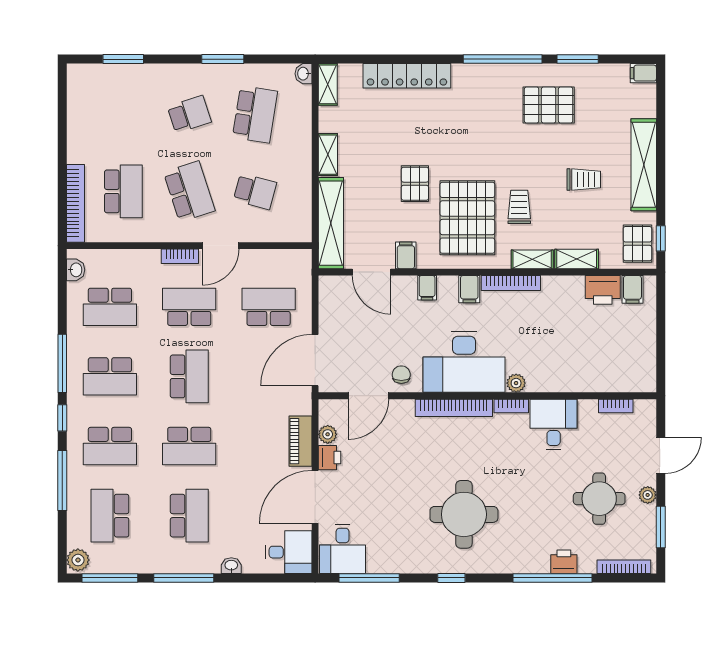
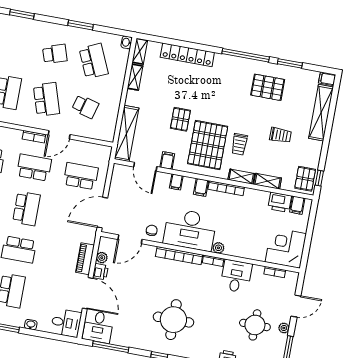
school desk: (255, 114) -> (94, 61), turned -33
shelving: (328, 155) -> (135, 77), moved
shelving: (644, 165) -> (321, 113), moved
trolley: (519, 207) -> (239, 144), turned 180
corner desk: (627, 363) -> (286, 248), added
door: (315, 497) -> (88, 293), swing flipped

